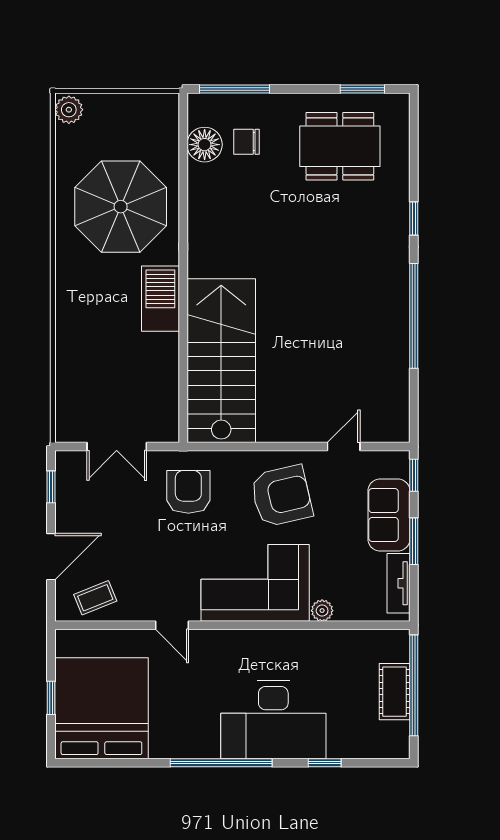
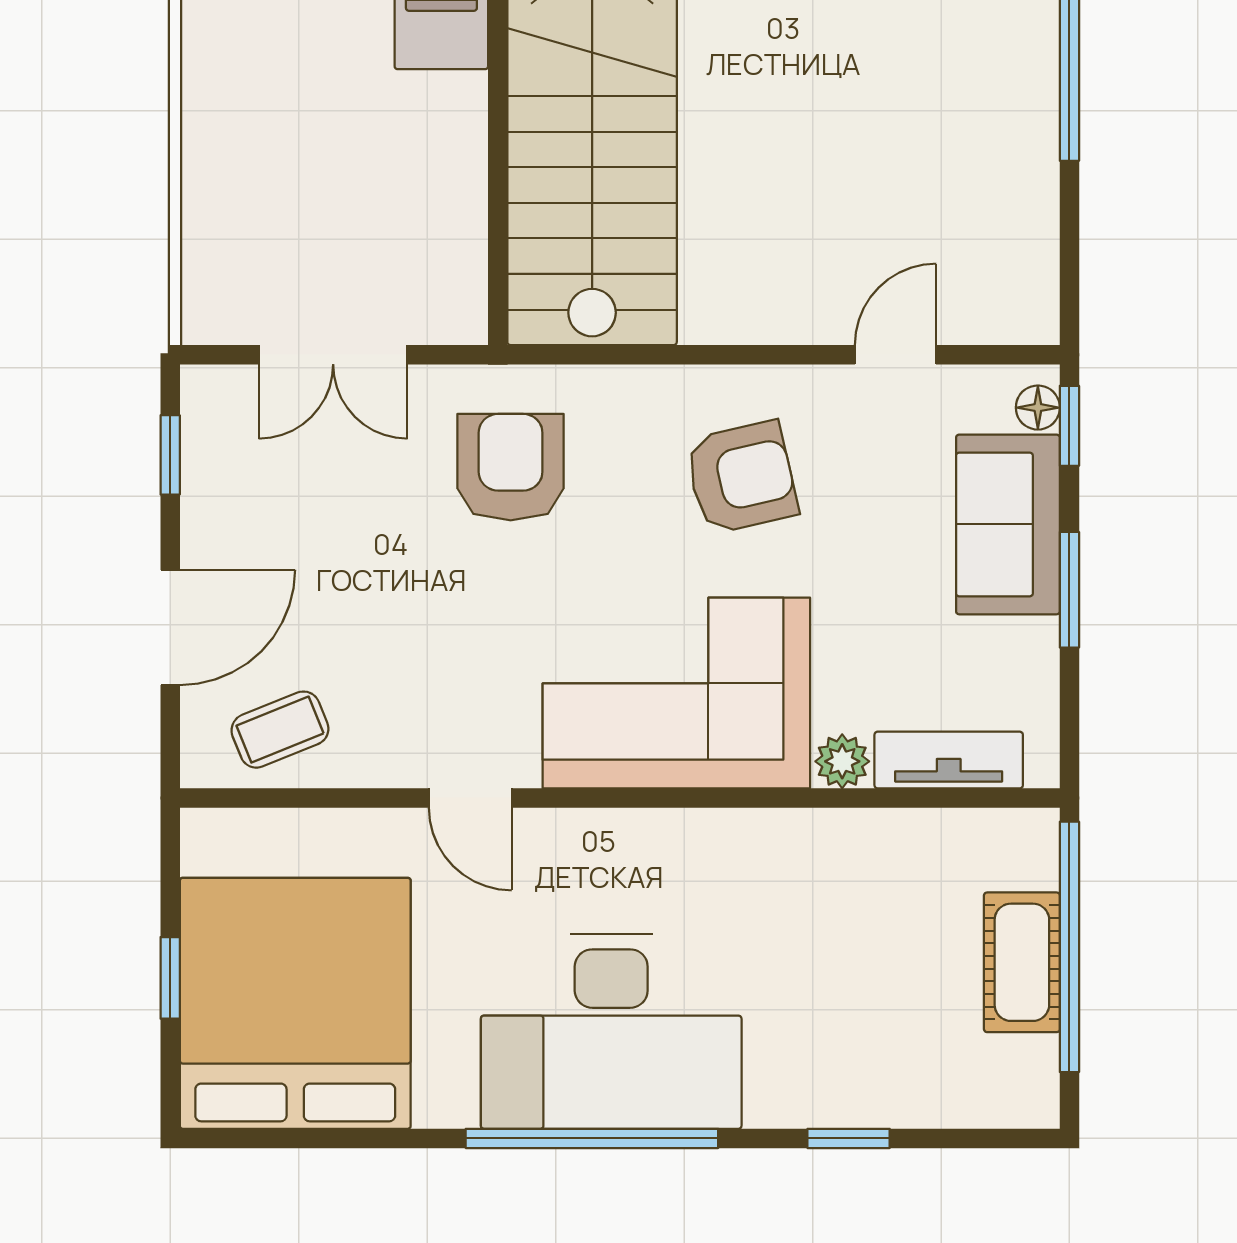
floor lamp: (401, 468) -> (1038, 408), added
armchair: (281, 496) -> (741, 477), width x0.73, depth x0.73
tv unit: (398, 583) -> (949, 760), moved, turned 90
desk: (273, 719) -> (611, 1031), moved

